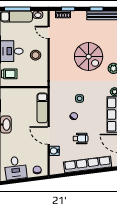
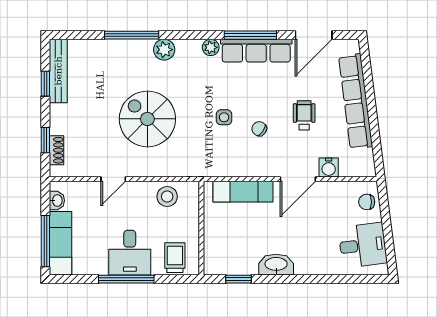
door: (49, 32) -> (113, 179), moved
stool: (36, 55) -> (167, 196), moved
spiral stairs: (89, 57) -> (147, 119), moved, turned -90

